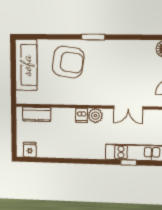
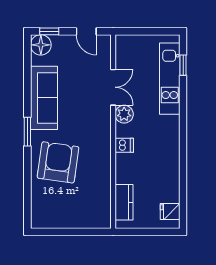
sofa: (26, 65) -> (44, 98), moved, turned 90
plant: (95, 116) -> (124, 114), moved
window: (129, 163) -> (183, 65), moved

